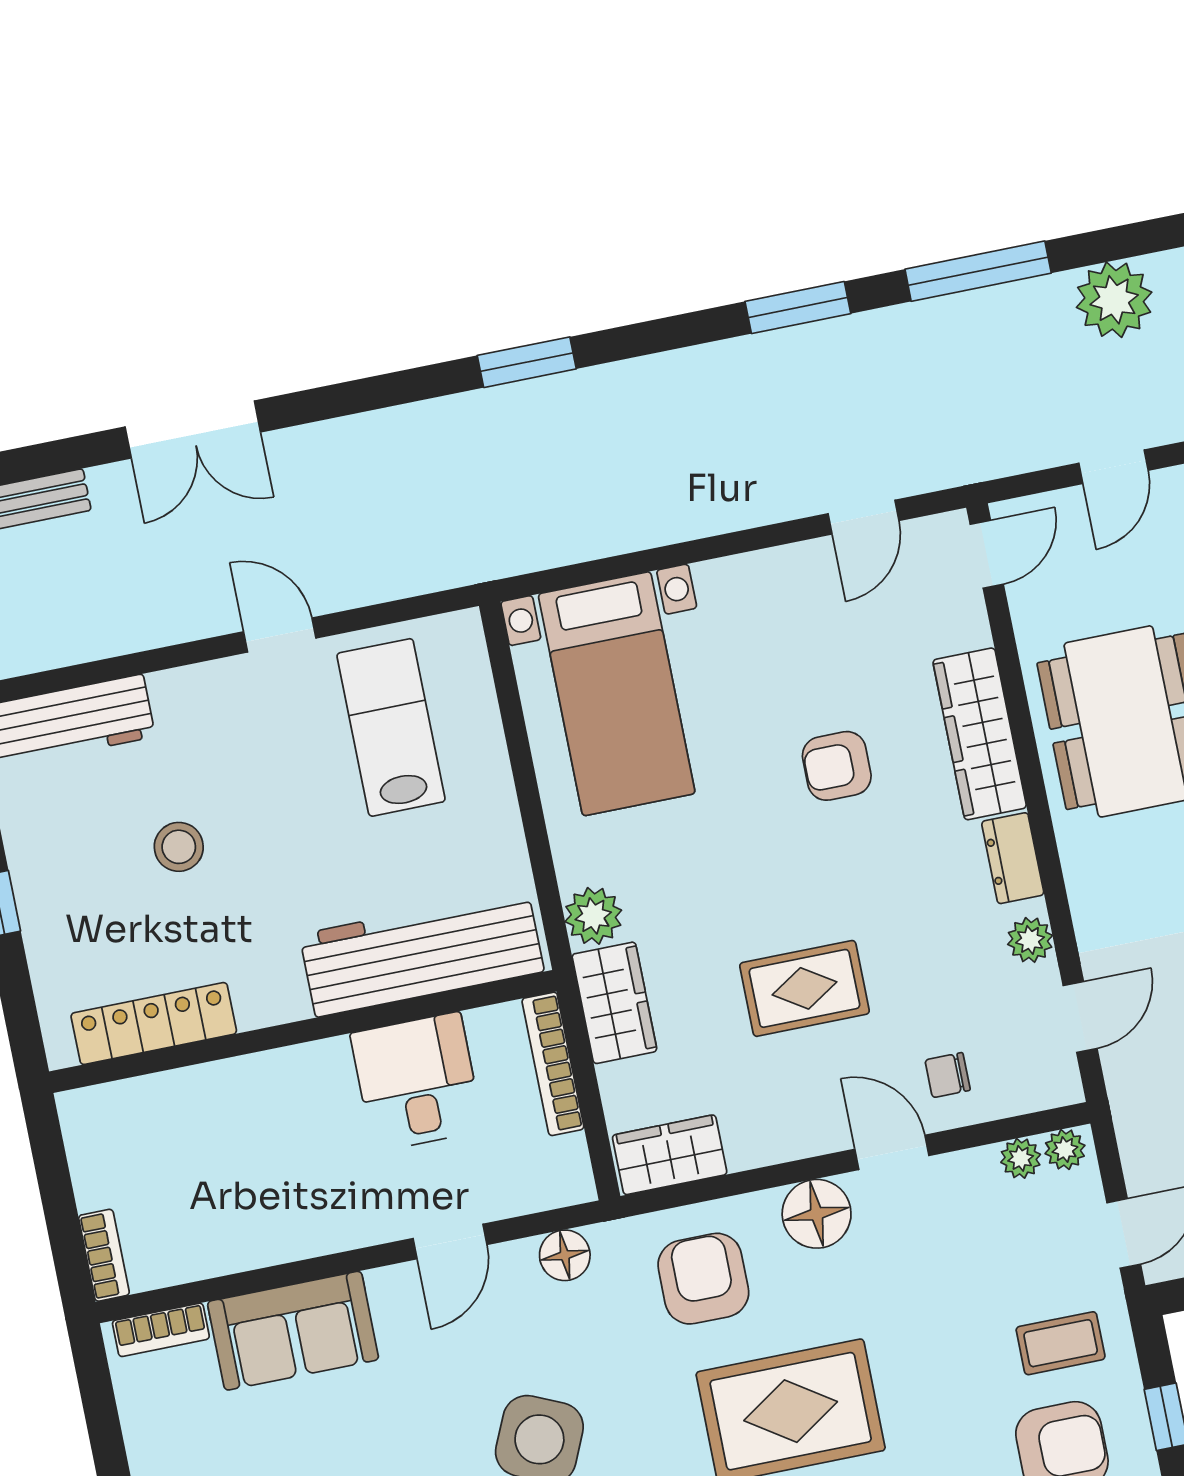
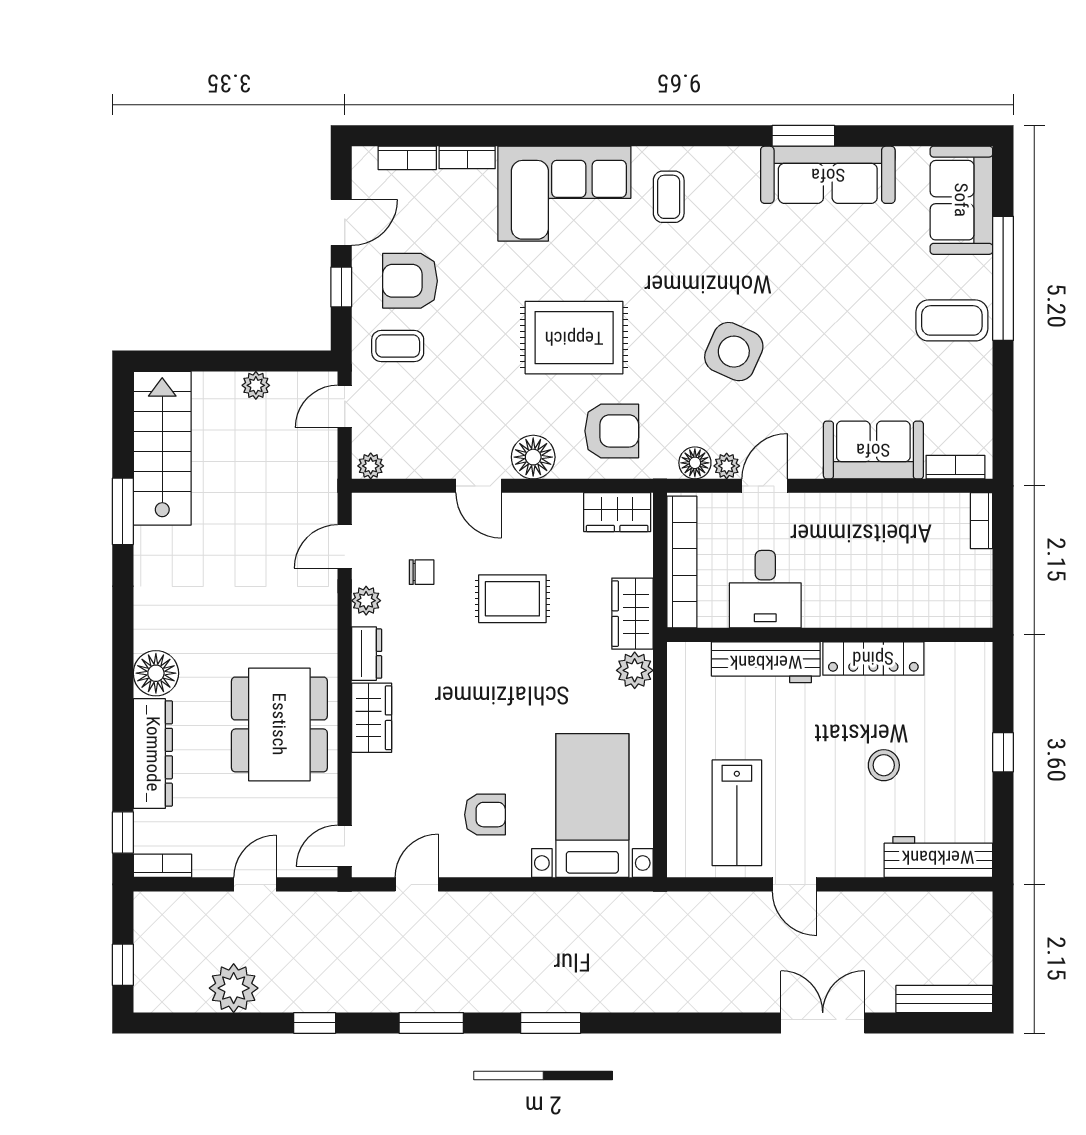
window: (978, 271) -> (315, 1023), width x0.46
window: (527, 362) -> (551, 1023), moved
wardrobe: (980, 734) -> (372, 718), width x0.67
armchair: (837, 766) -> (485, 815), moved
workbench: (422, 953) -> (766, 662), width x0.73, depth x0.76
locker: (154, 1024) -> (873, 658), moved
bookcase: (553, 1064) -> (682, 562), width x1.48, depth x1.31
chair: (948, 1075) -> (422, 572), moved
plant: (1021, 1158) -> (727, 466), moved
armchair: (703, 1279) -> (612, 431), turned -90

